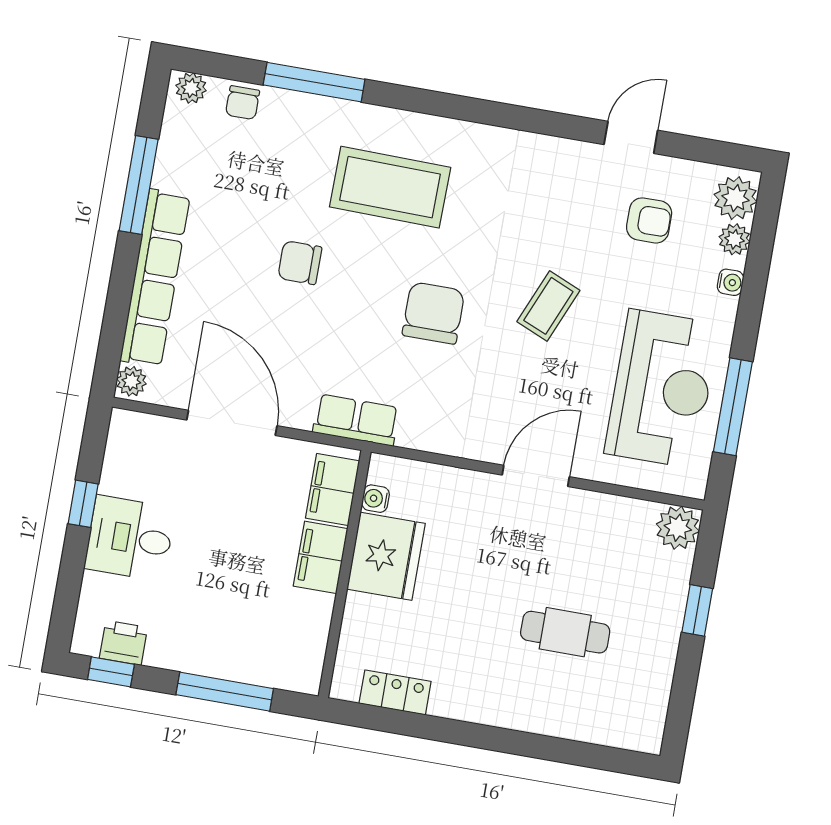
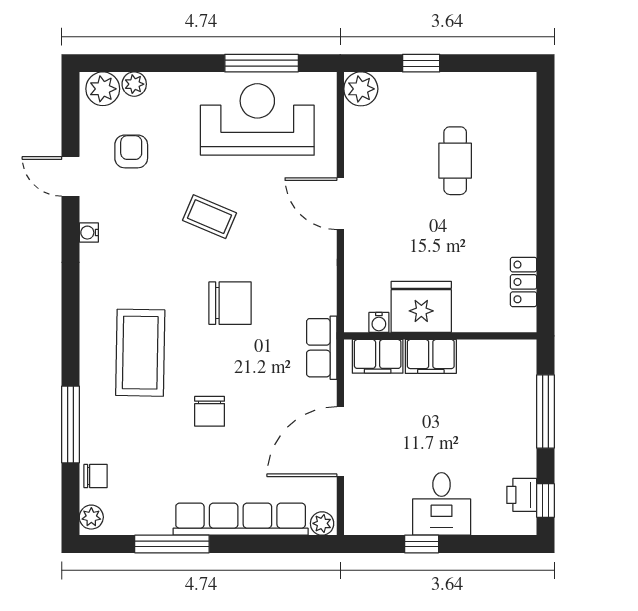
water cooler: (730, 282) -> (89, 233), moved, turned -90
chair: (433, 313) -> (230, 303), turned 180

